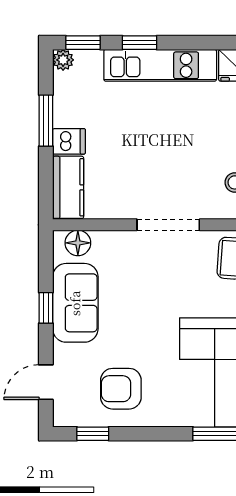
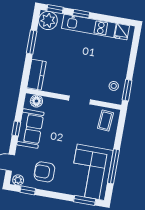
plant: (63, 60) -> (48, 20), width x1.87, depth x1.87
dishwasher: (69, 141) -> (41, 54), removed
doorway: (168, 225) -> (80, 100), width x0.73
plant: (69, 416) -> (18, 180), added

